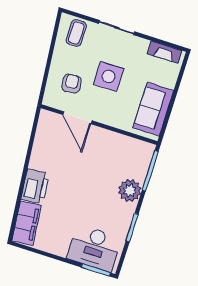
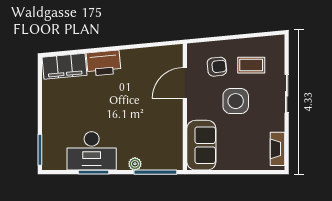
coffee table: (76, 33) -> (251, 65), moved
sofa: (153, 109) -> (201, 145), moved, turned 90
plant: (130, 191) -> (135, 164), width x0.53, depth x0.53
desk: (94, 248) -> (92, 151), moved, turned -90

